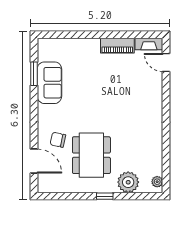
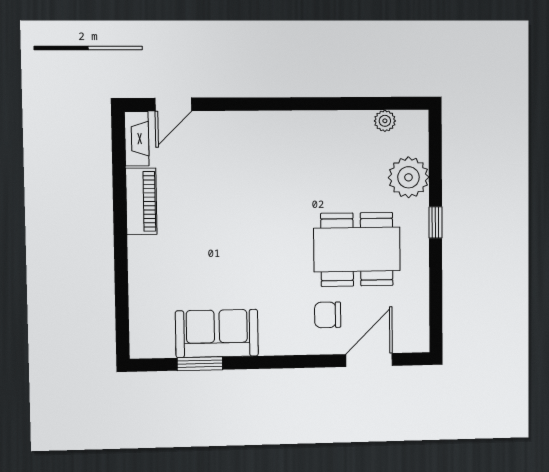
chair: (58, 140) -> (328, 315), turned 78
plant: (157, 182) -> (385, 121), moved

